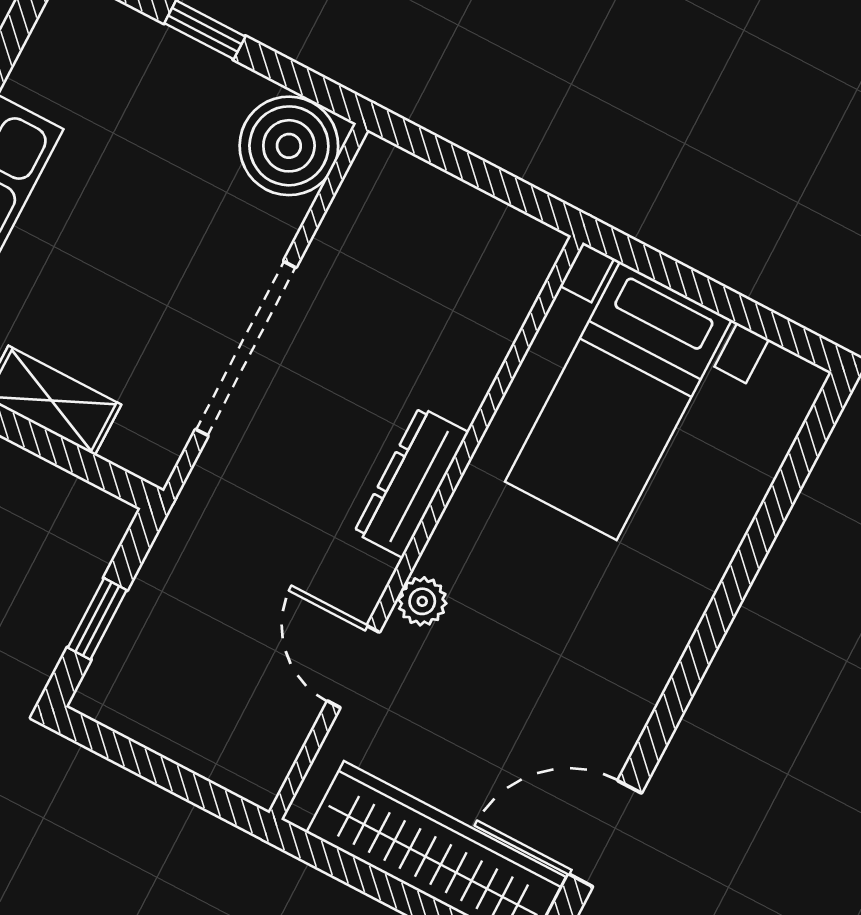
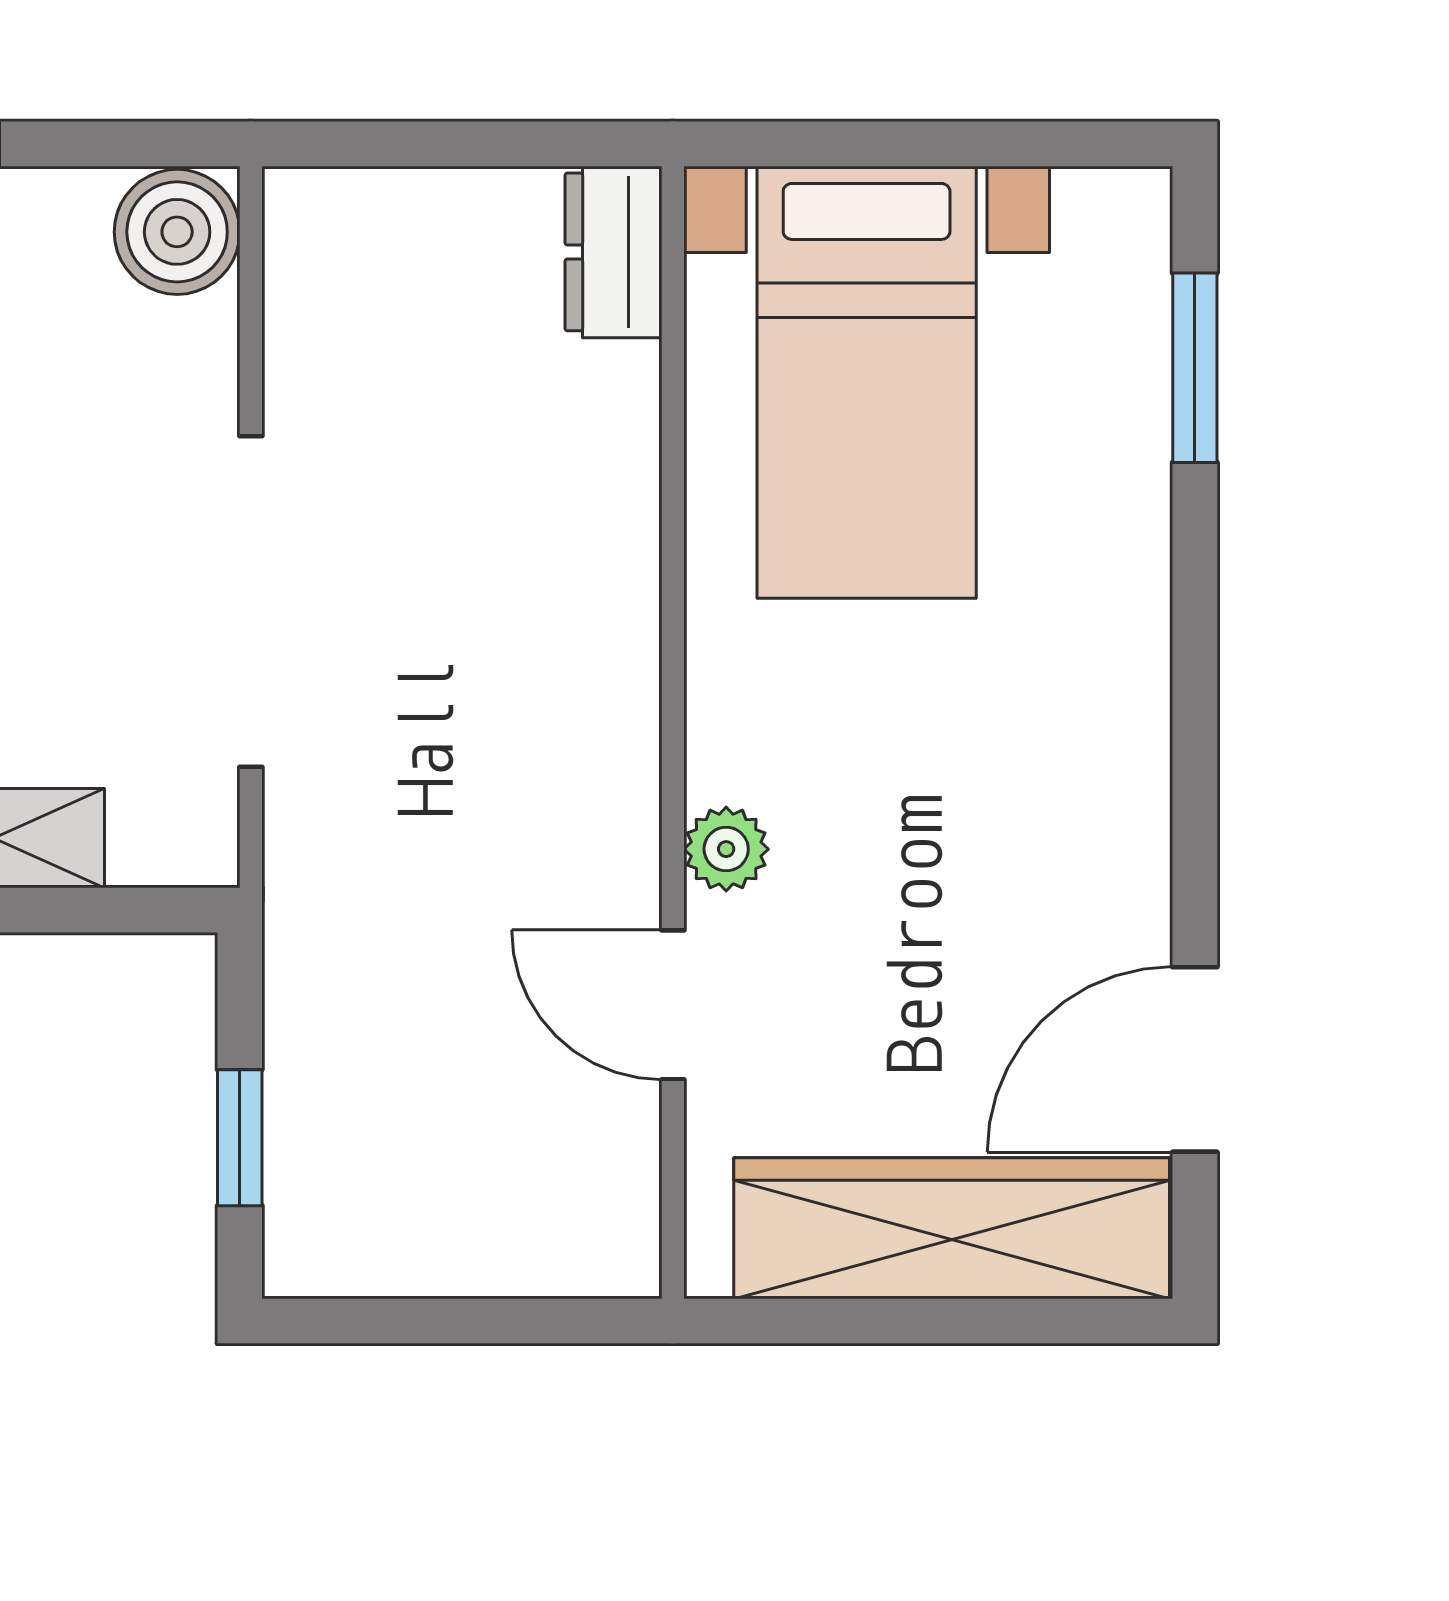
boiler: (289, 146) -> (177, 232), width x0.73, depth x0.73
window: (789, 481) -> (1195, 368), added
dresser: (411, 482) -> (613, 252), moved, width x0.70

